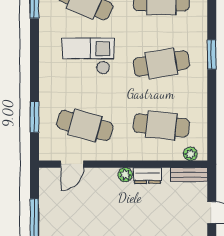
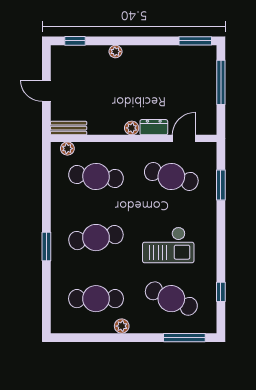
dresser: (148, 175) -> (154, 127), moved

